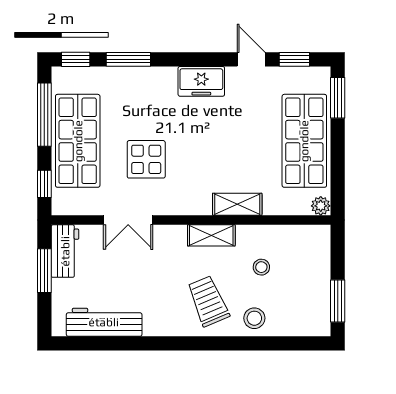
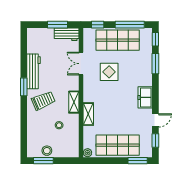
stool: (254, 318) -> (47, 151), moved
workbench: (104, 322) -> (34, 71), moved
window: (179, 343) -> (24, 87), added

